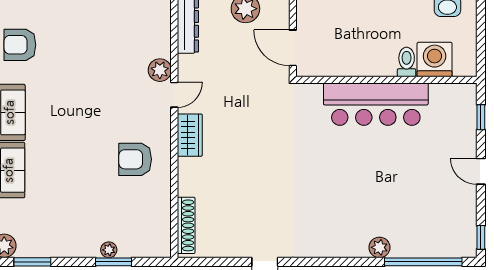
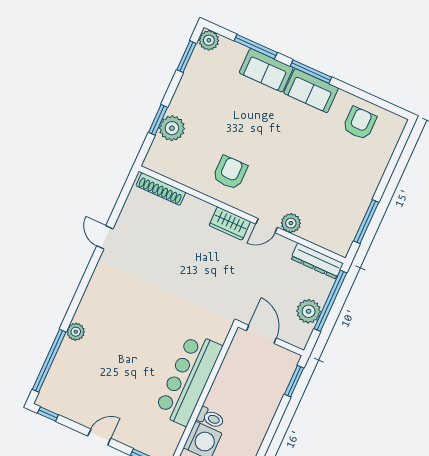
door: (293, 48) -> (261, 334), hinge flipped
door: (174, 95) -> (267, 226), hinge flipped
plant: (109, 250) -> (172, 128), width x1.87, depth x1.87

